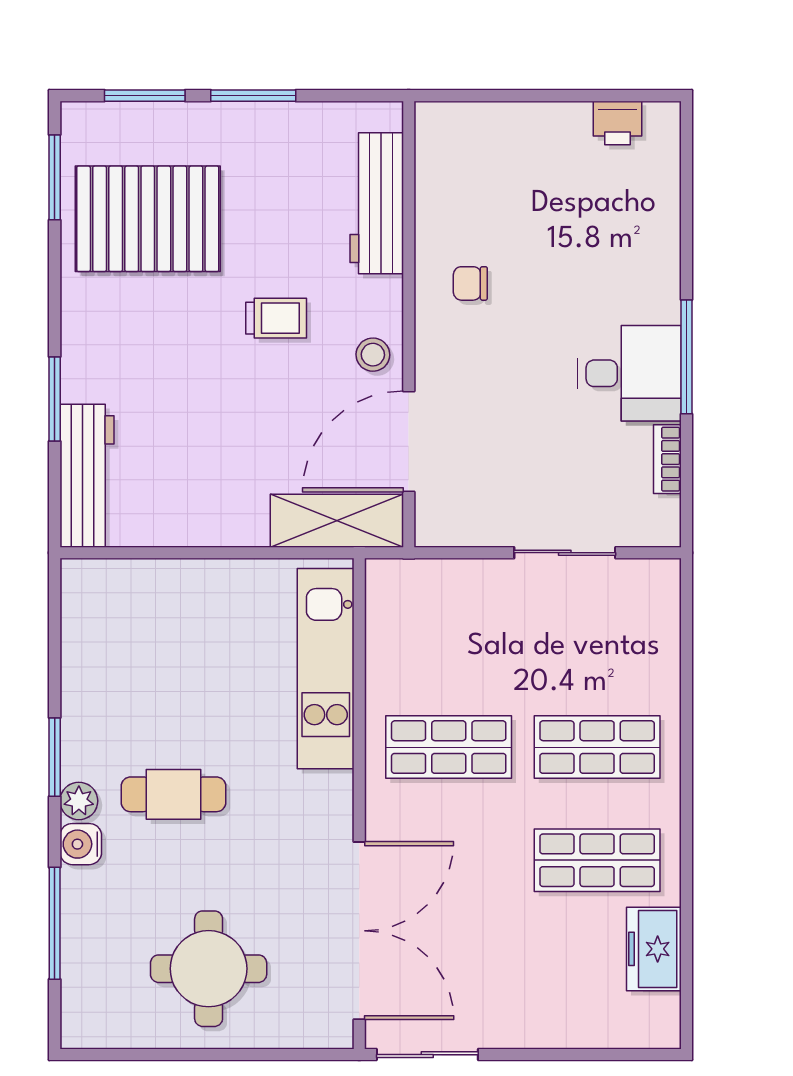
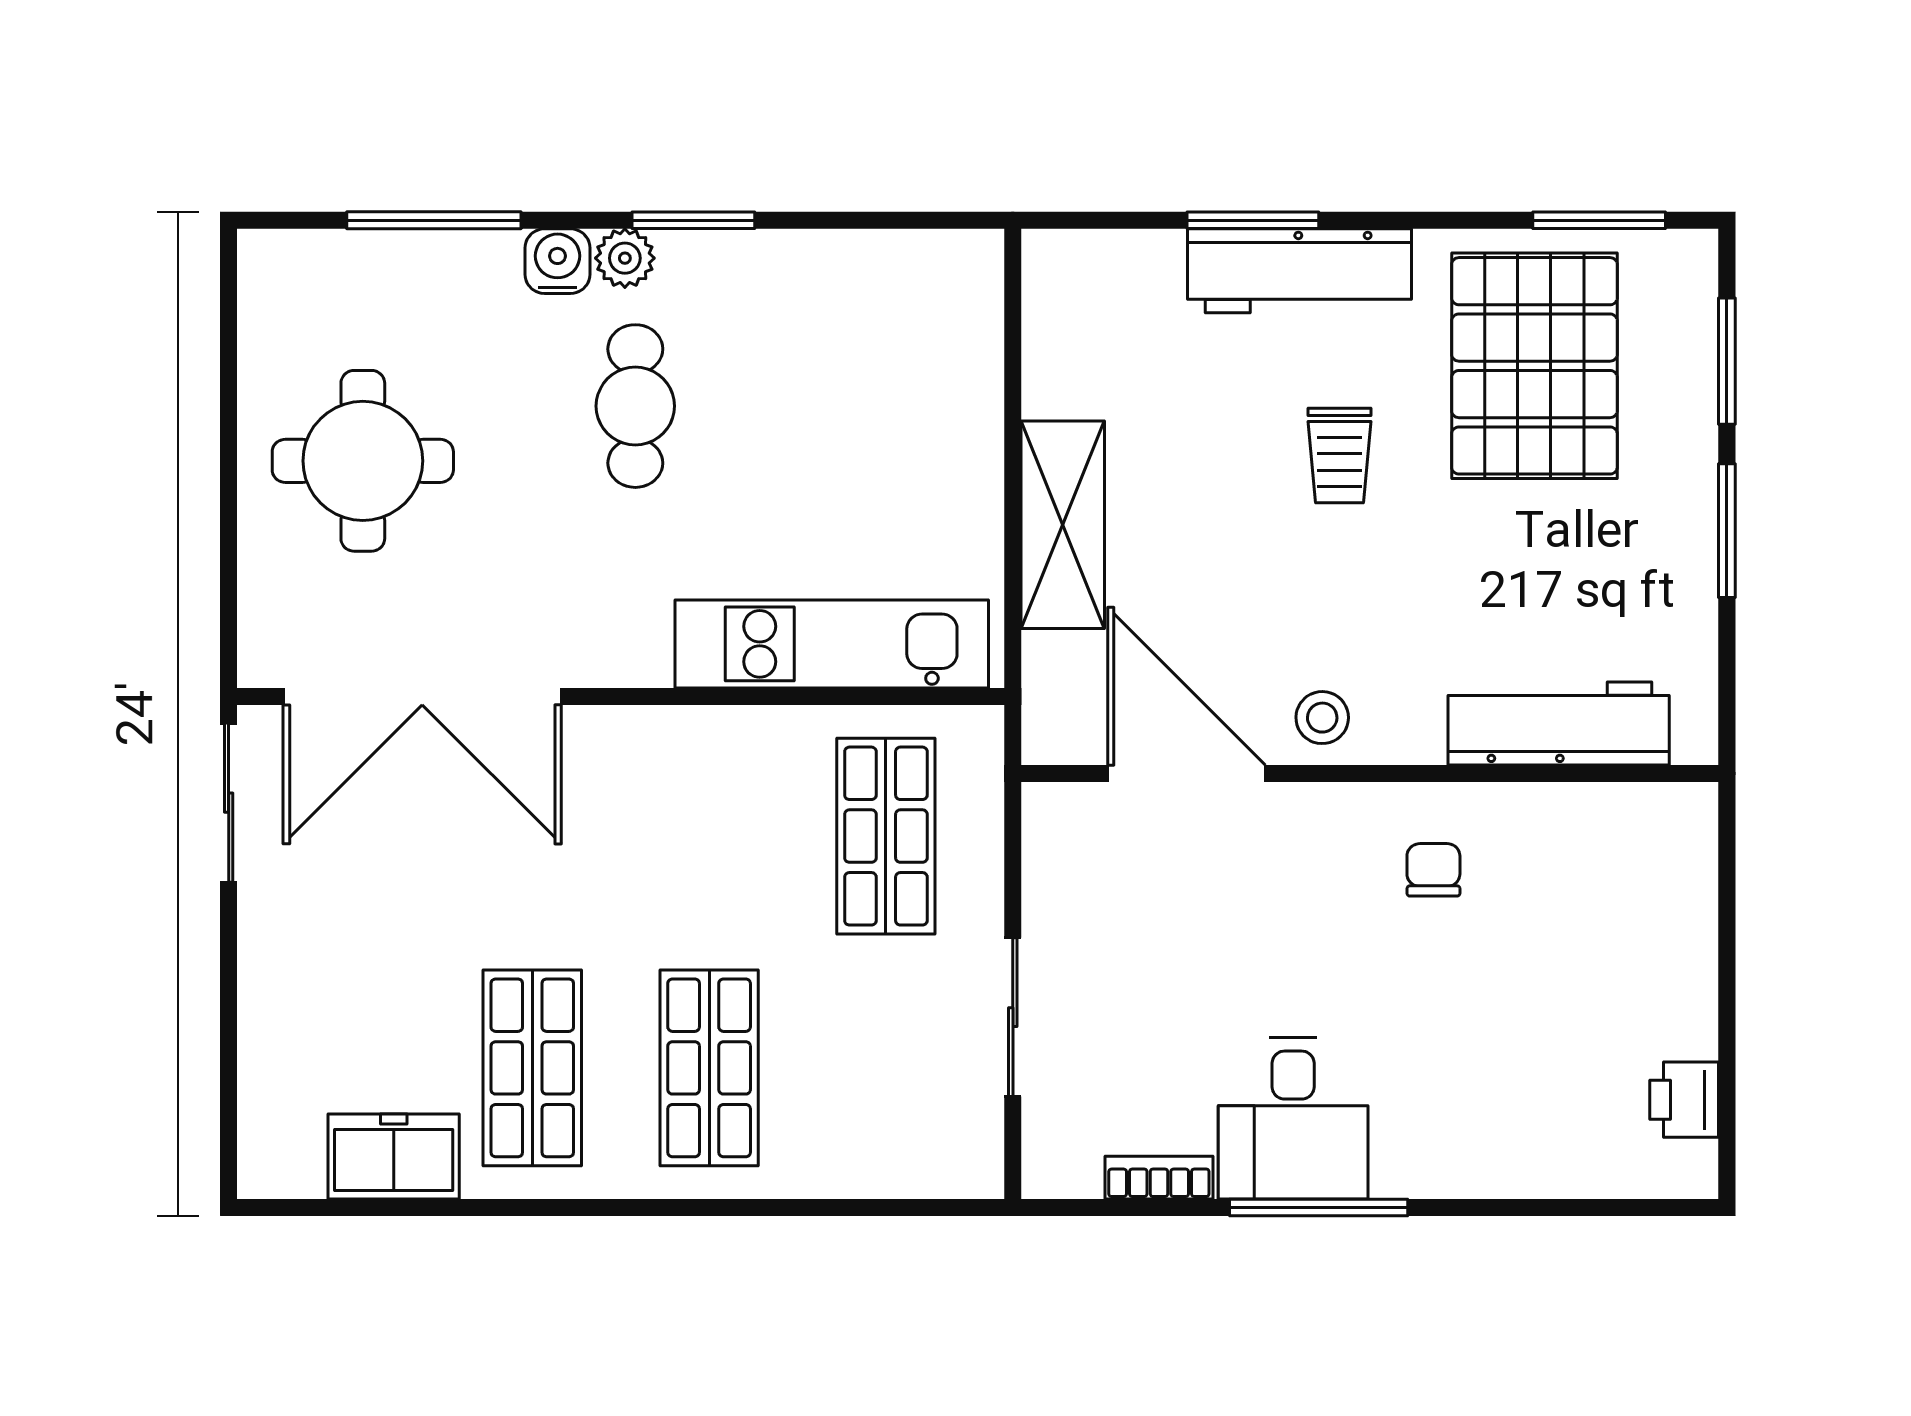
trolley: (276, 318) -> (1339, 456), moved
workbench: (87, 476) -> (1299, 271), moved
shelving: (337, 521) -> (1063, 525), moved
shop shelf: (449, 747) -> (886, 836), moved

